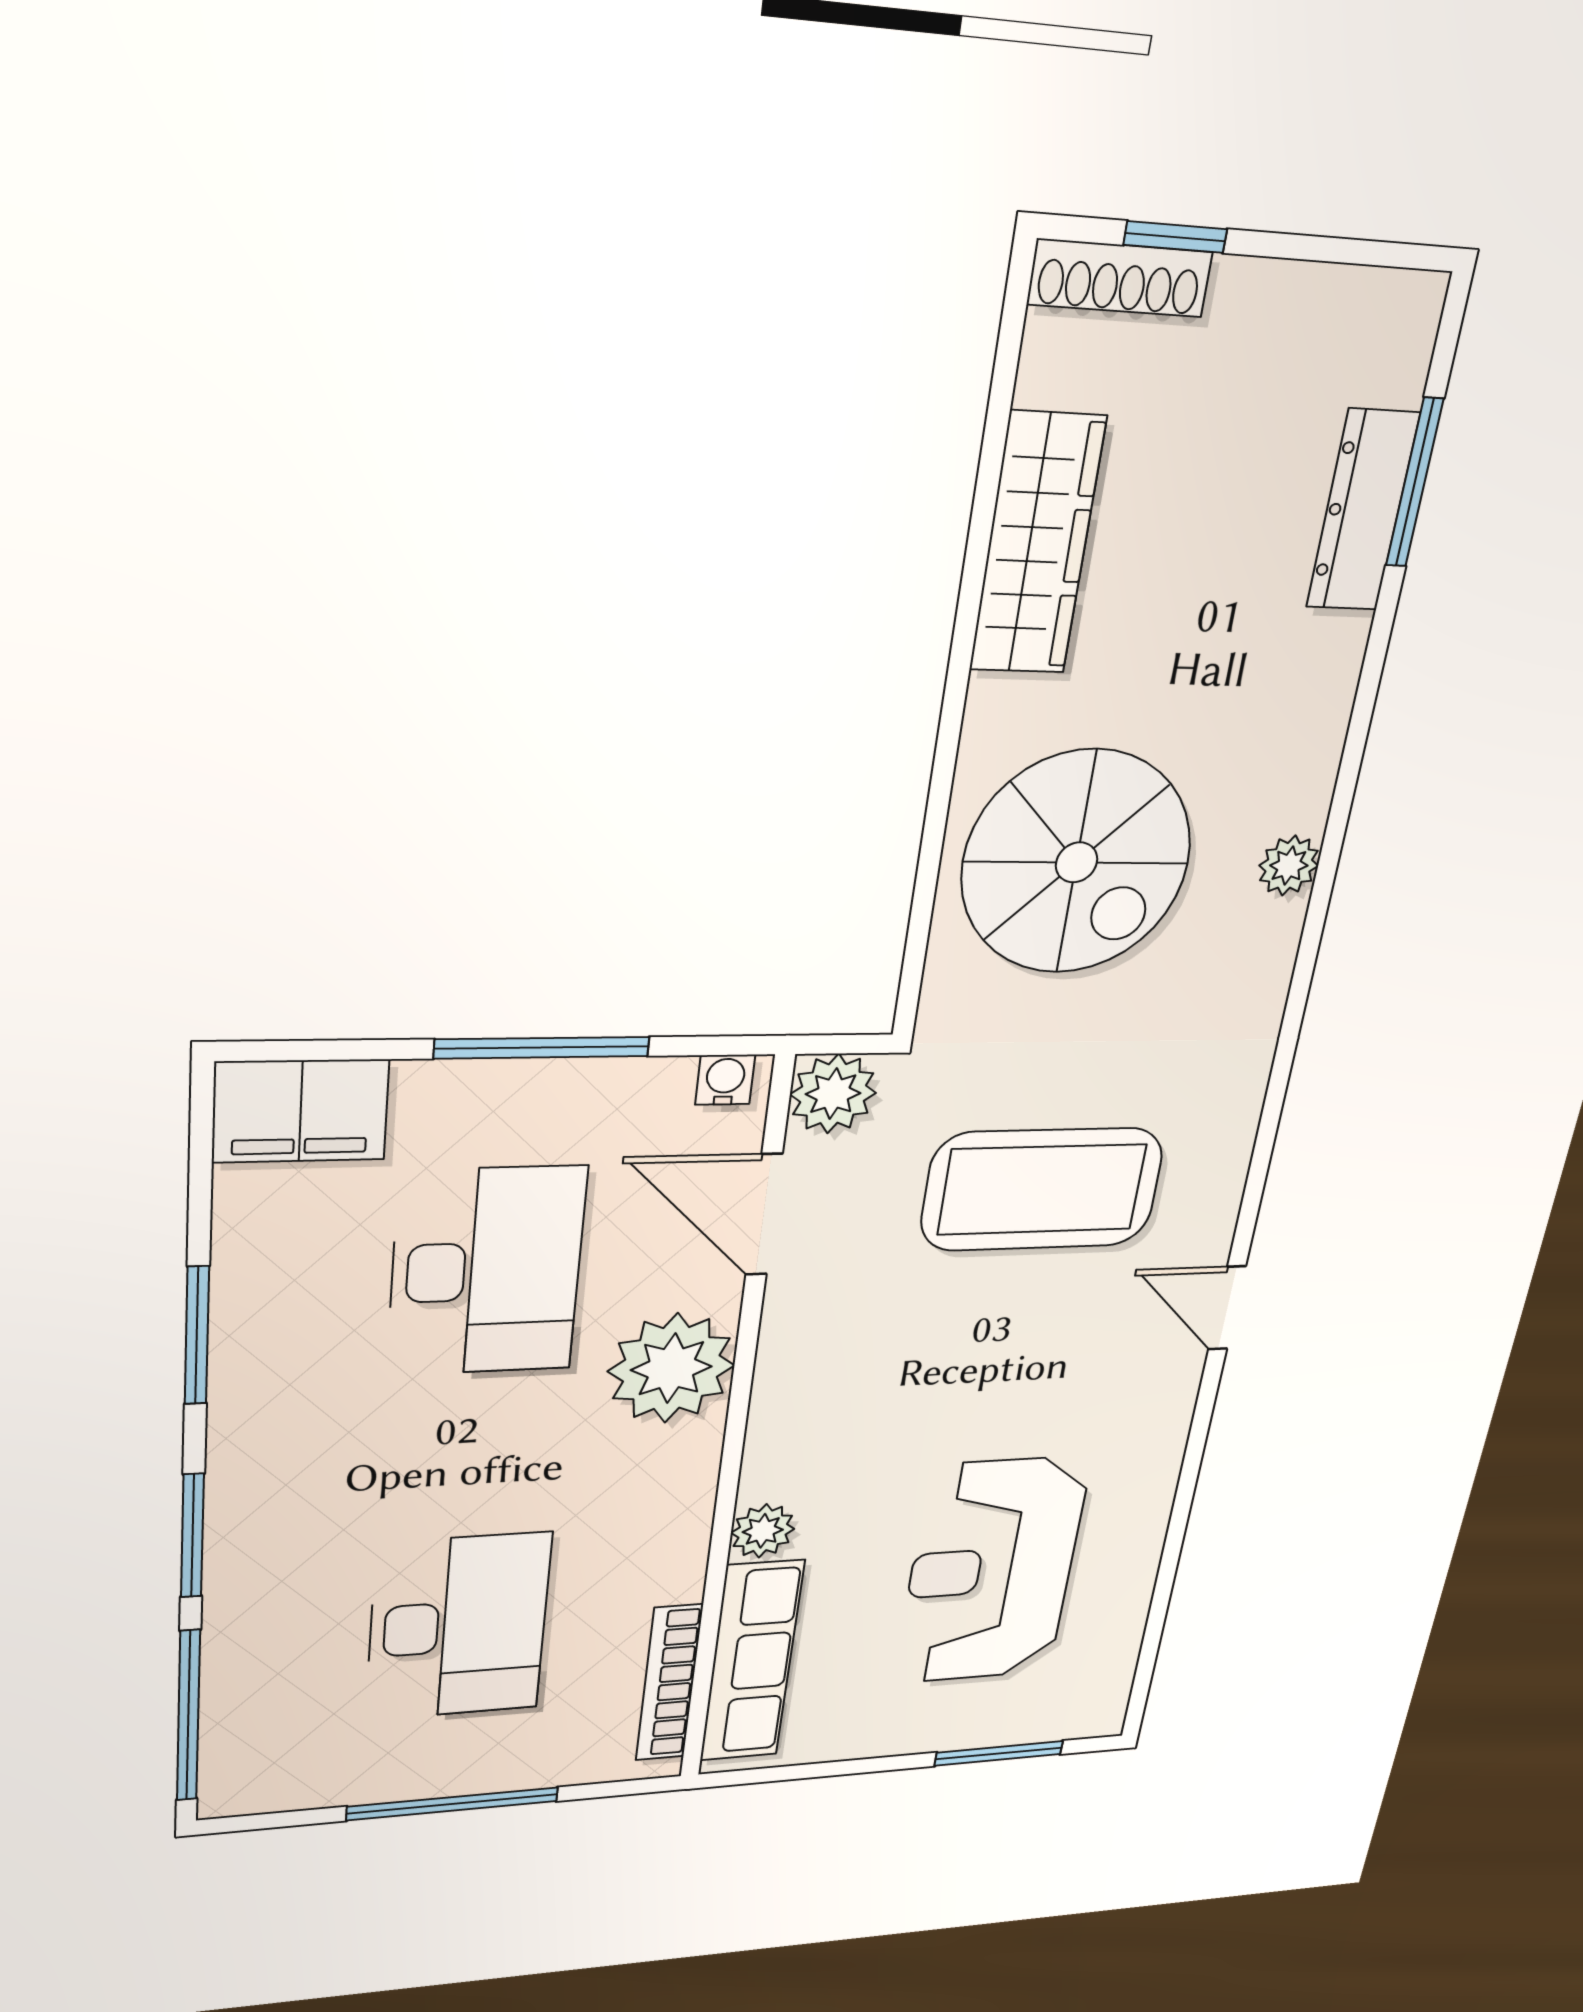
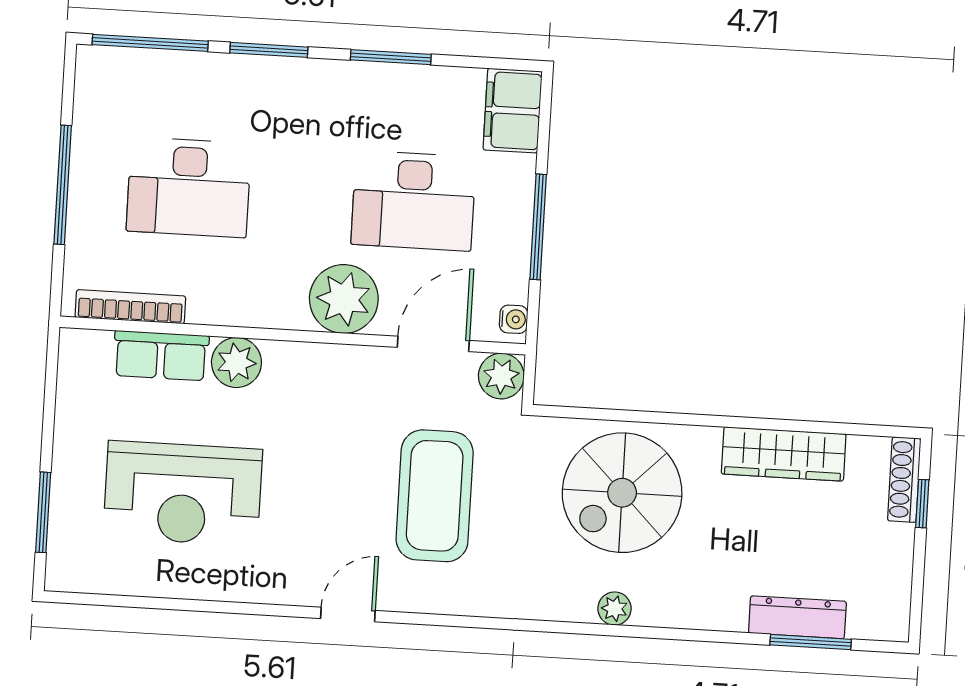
plant: (763, 1531) -> (236, 363), width x1.38, depth x1.38
reception desk: (991, 1571) -> (183, 493), turned 180
row of seats: (752, 1661) -> (161, 356), width x0.68

